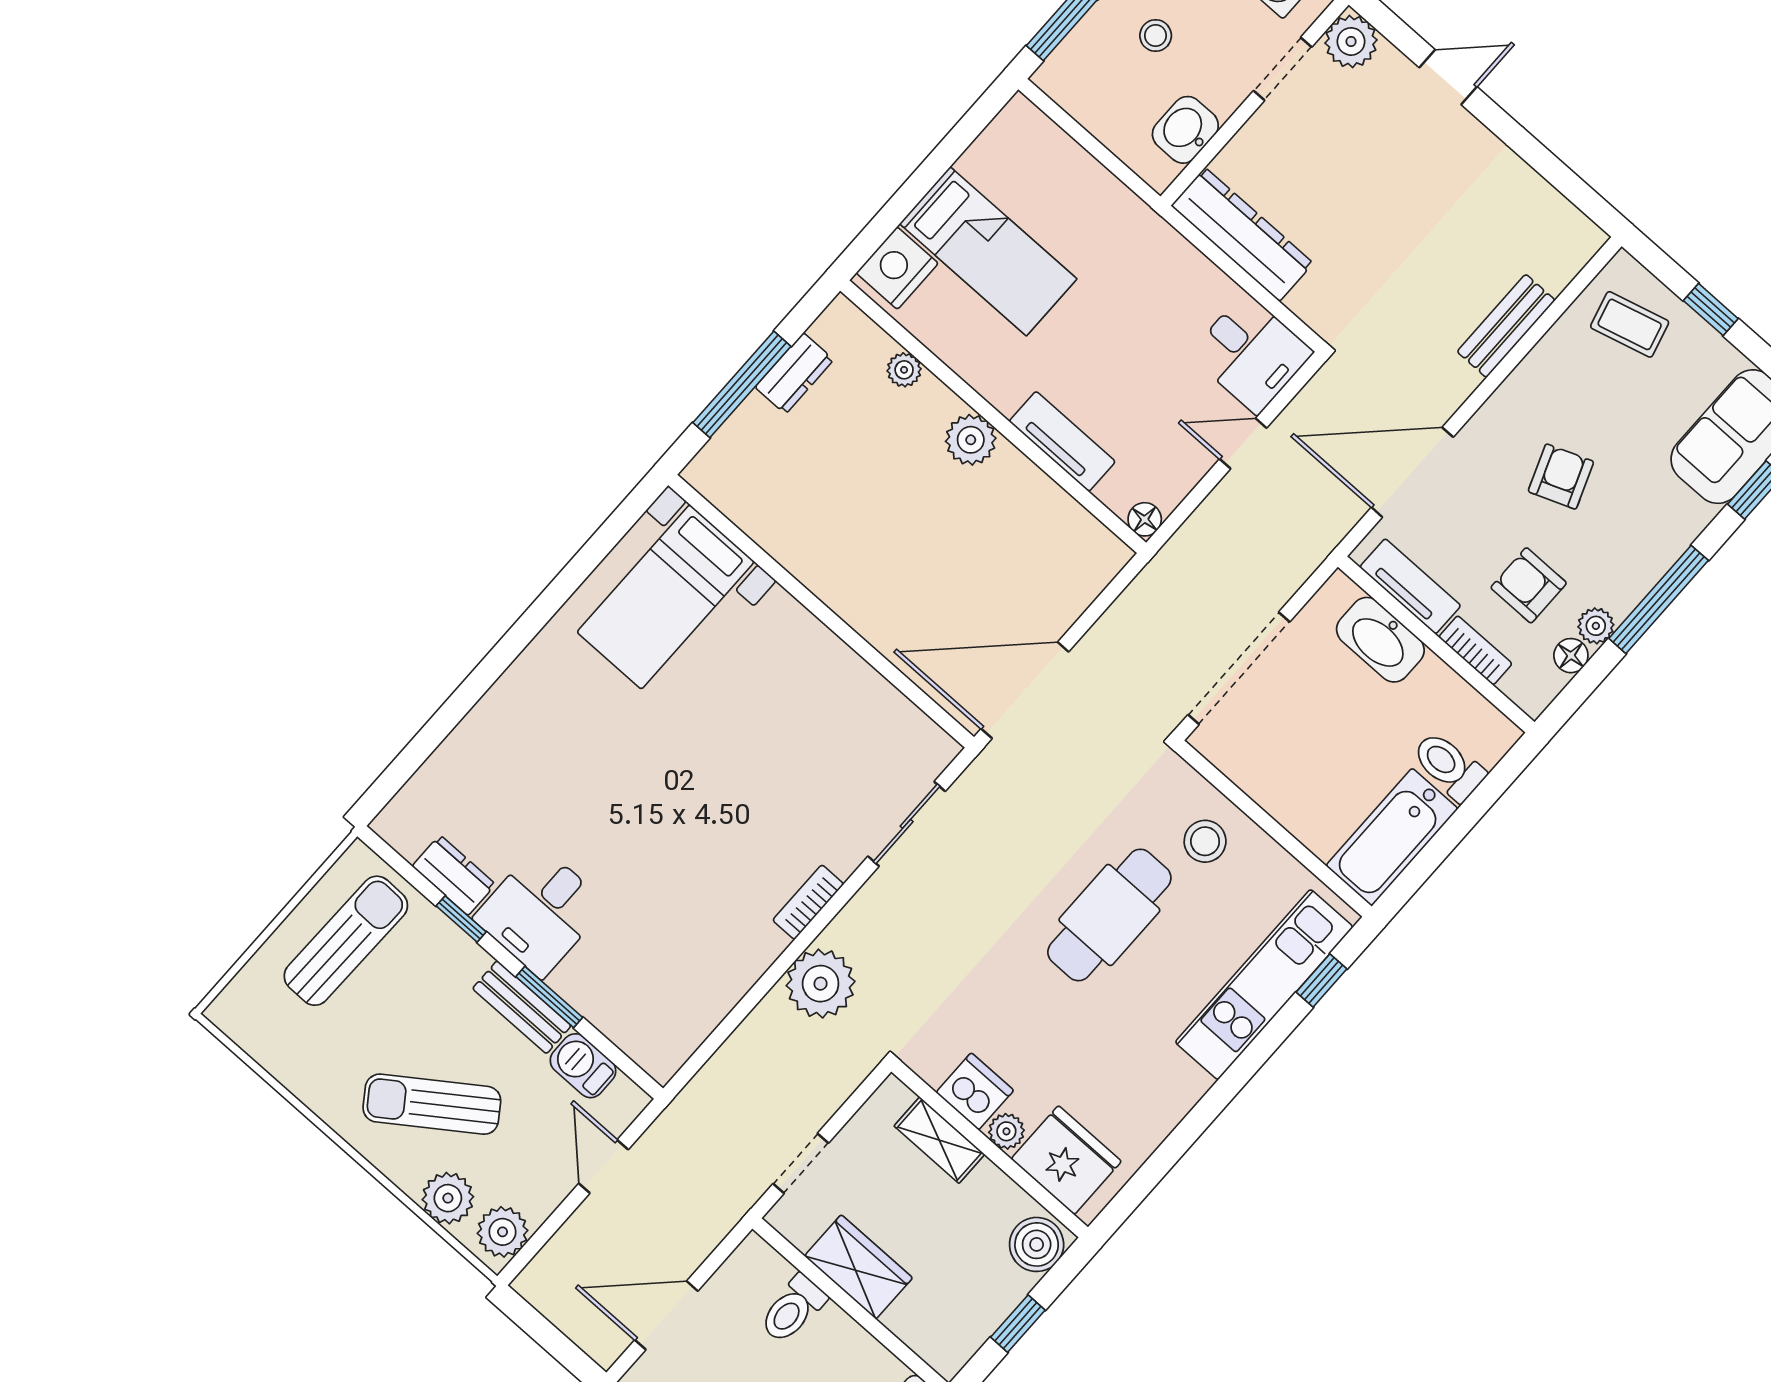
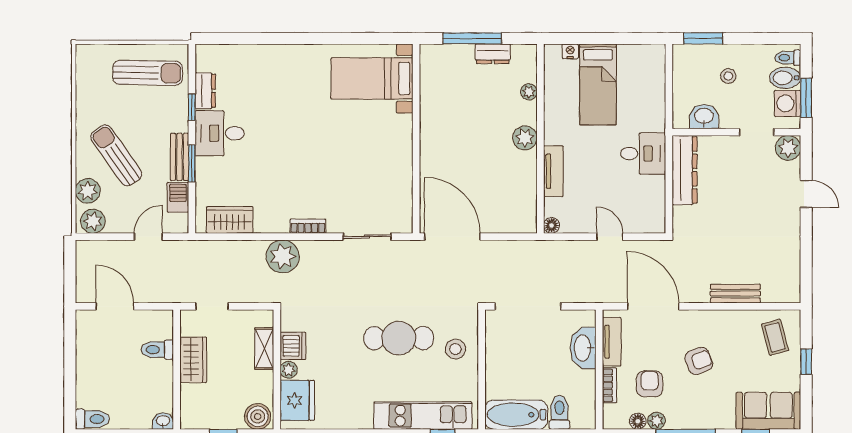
nightstand: (897, 268) -> (570, 51), width x0.53, depth x0.56
desk: (1251, 353) -> (643, 154), moved, turned -90
wardrobe: (690, 1016) -> (230, 220), added

